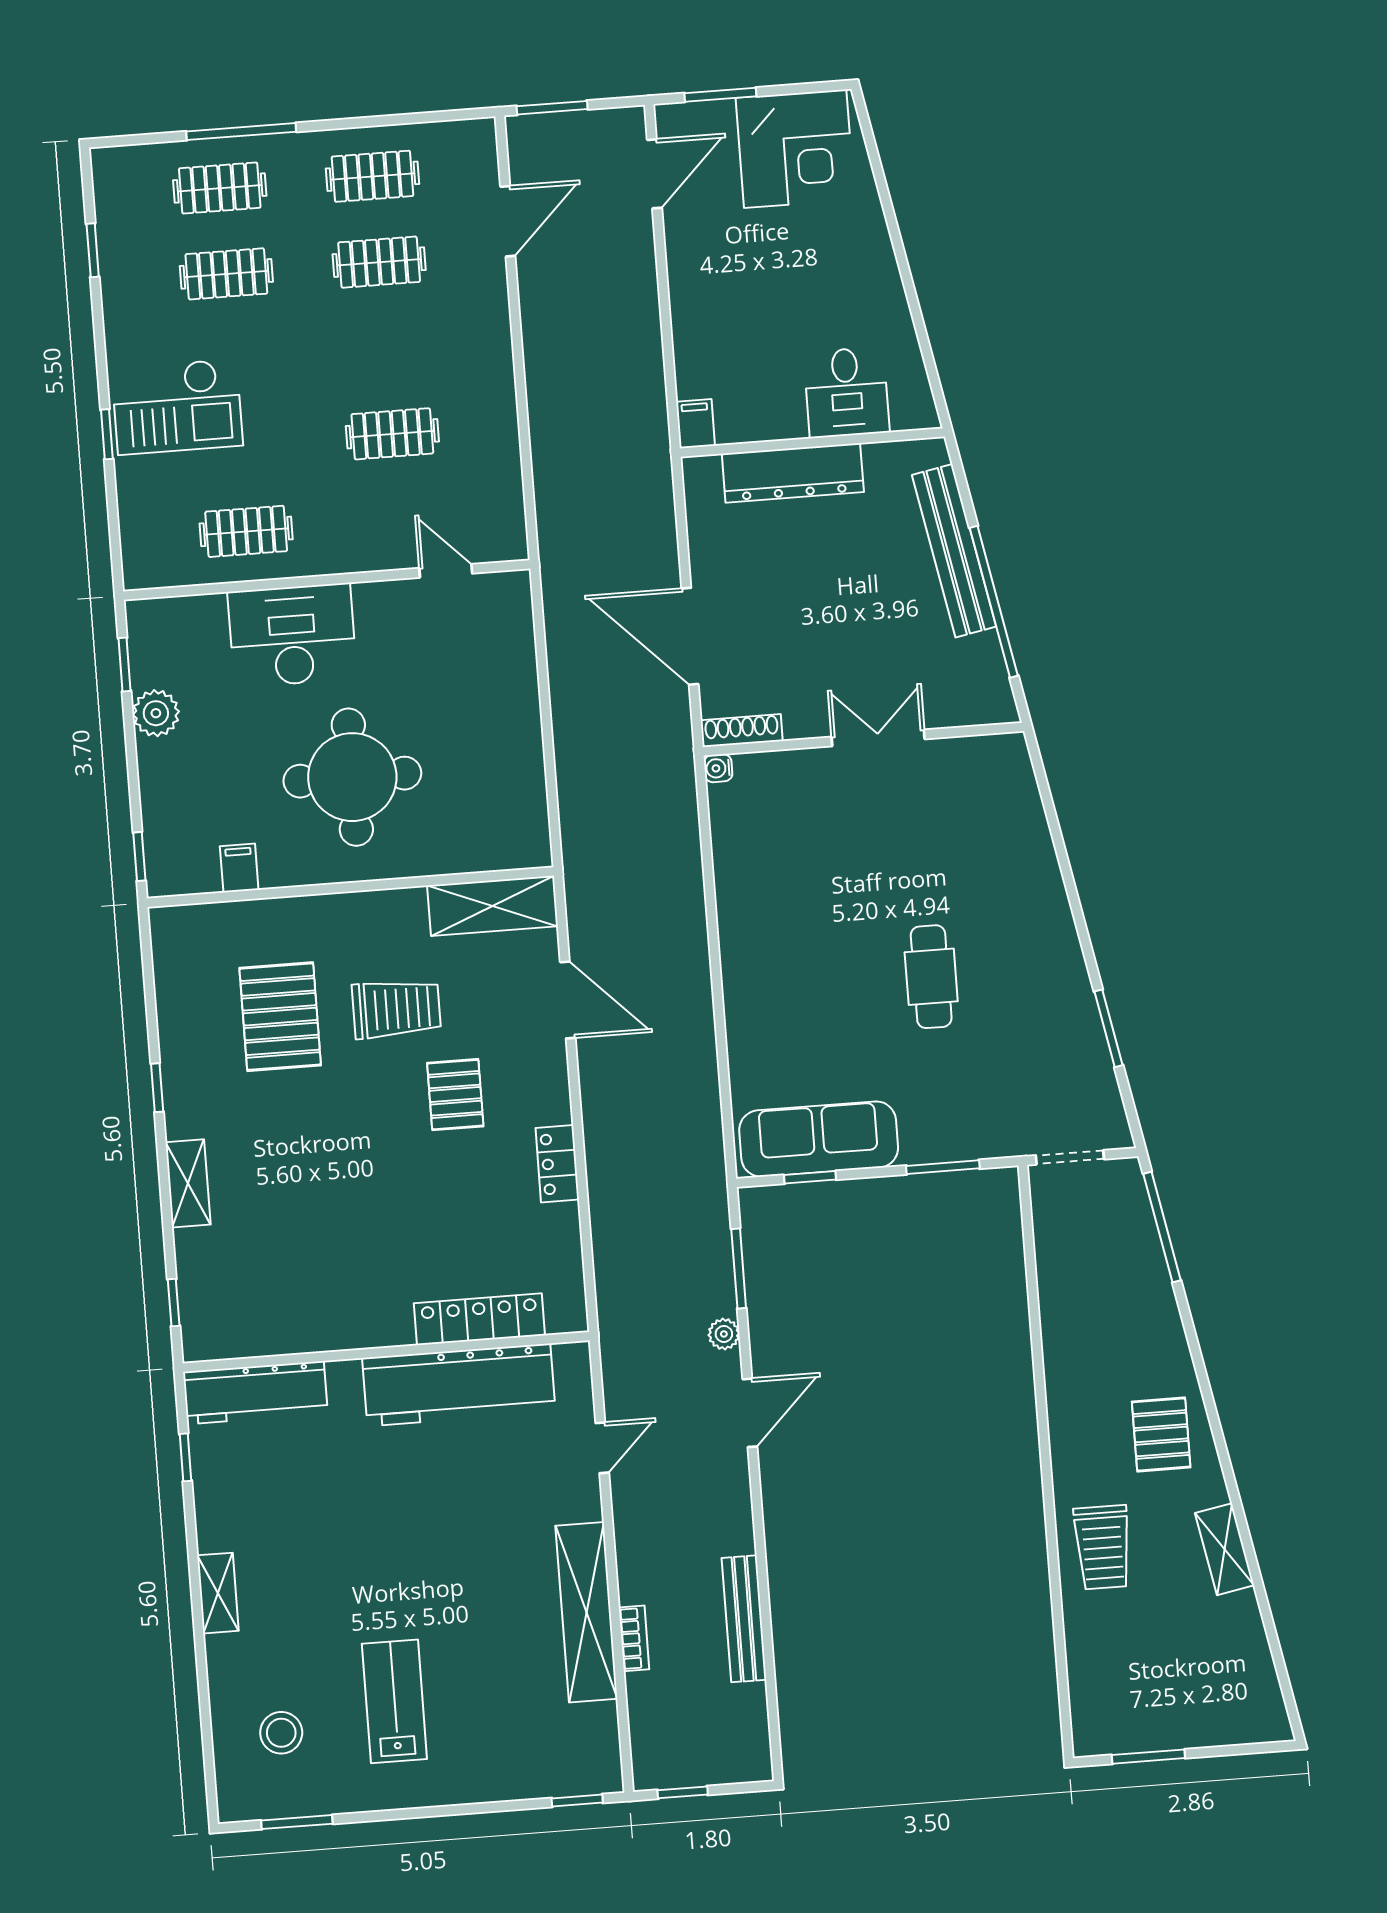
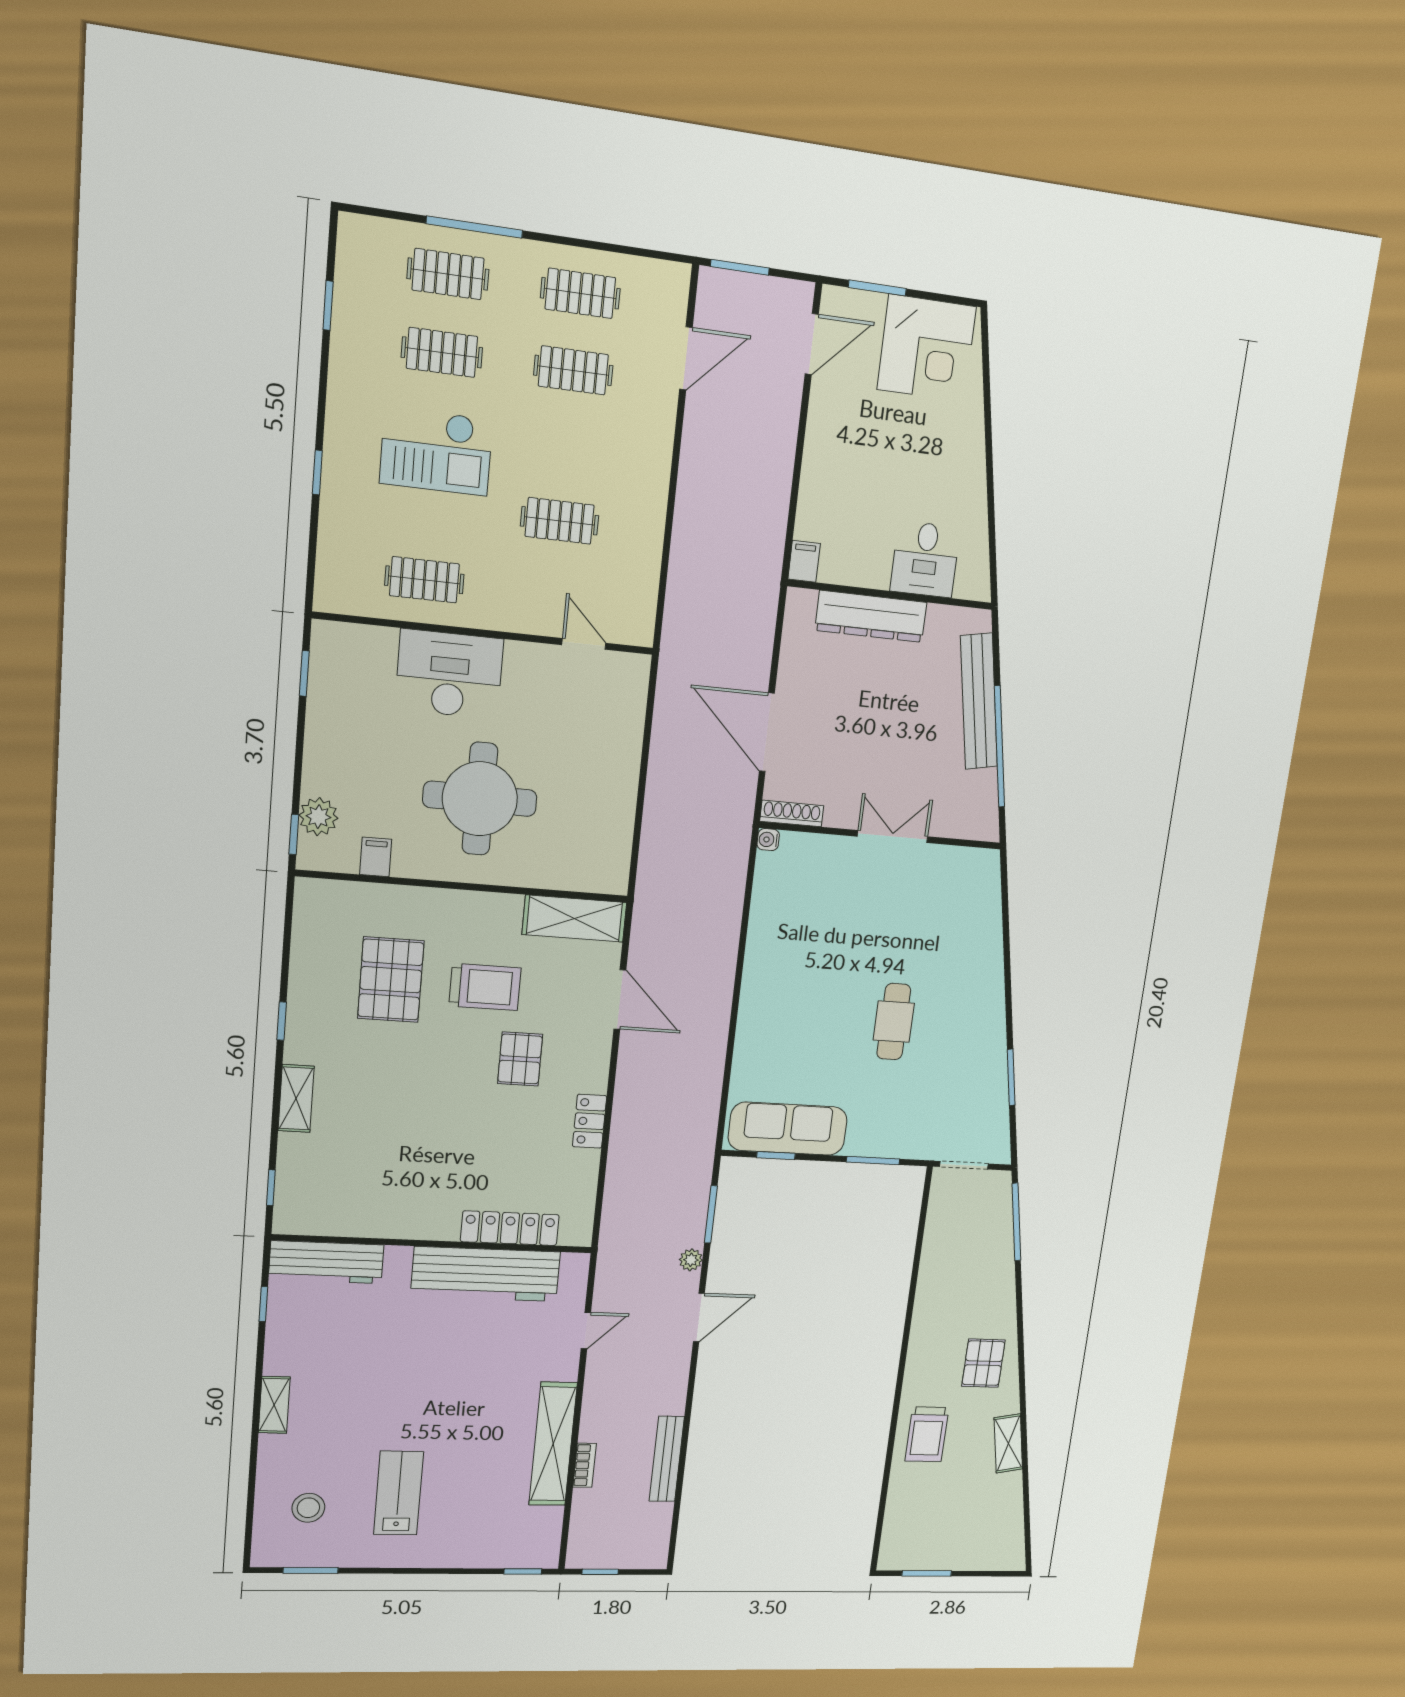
checkout: (177, 407) -> (436, 451), moved
plant: (156, 713) -> (318, 817), moved

